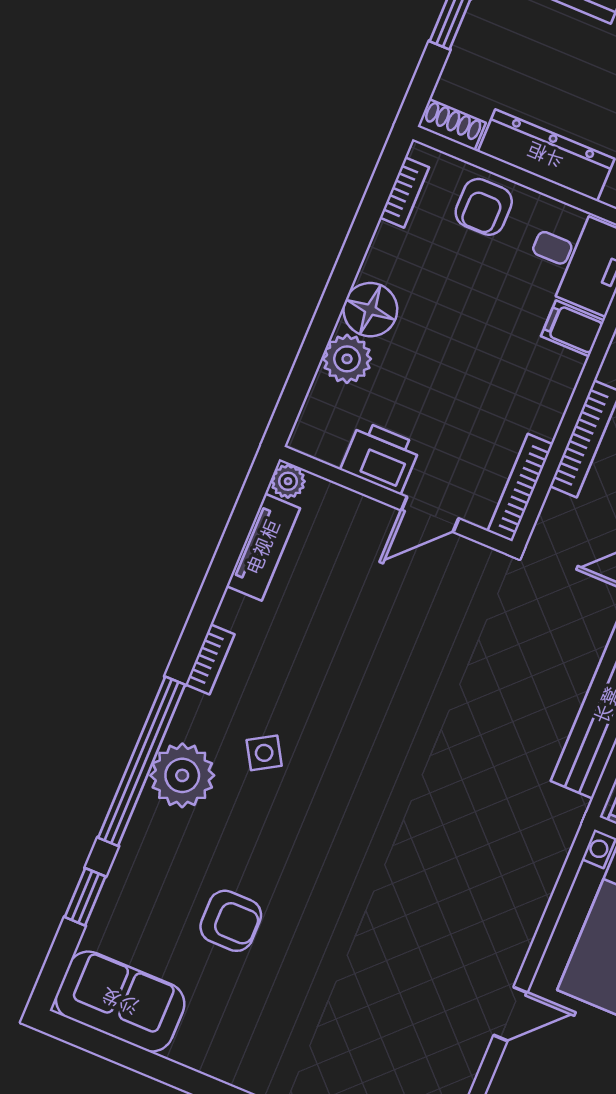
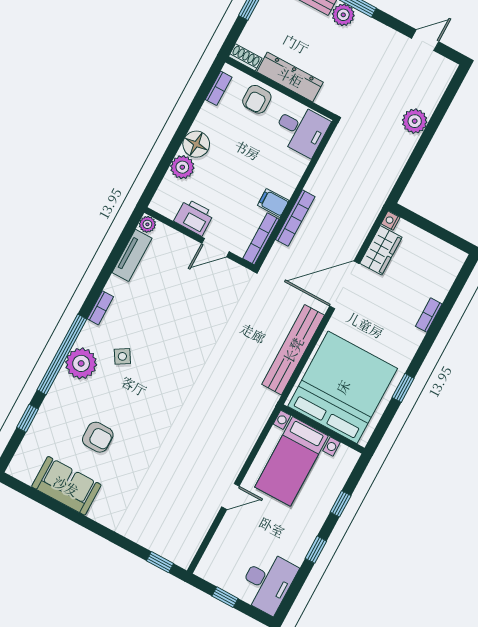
filing cabinet: (573, 328) -> (273, 203), moved
sofa: (120, 1001) -> (66, 486), moved

